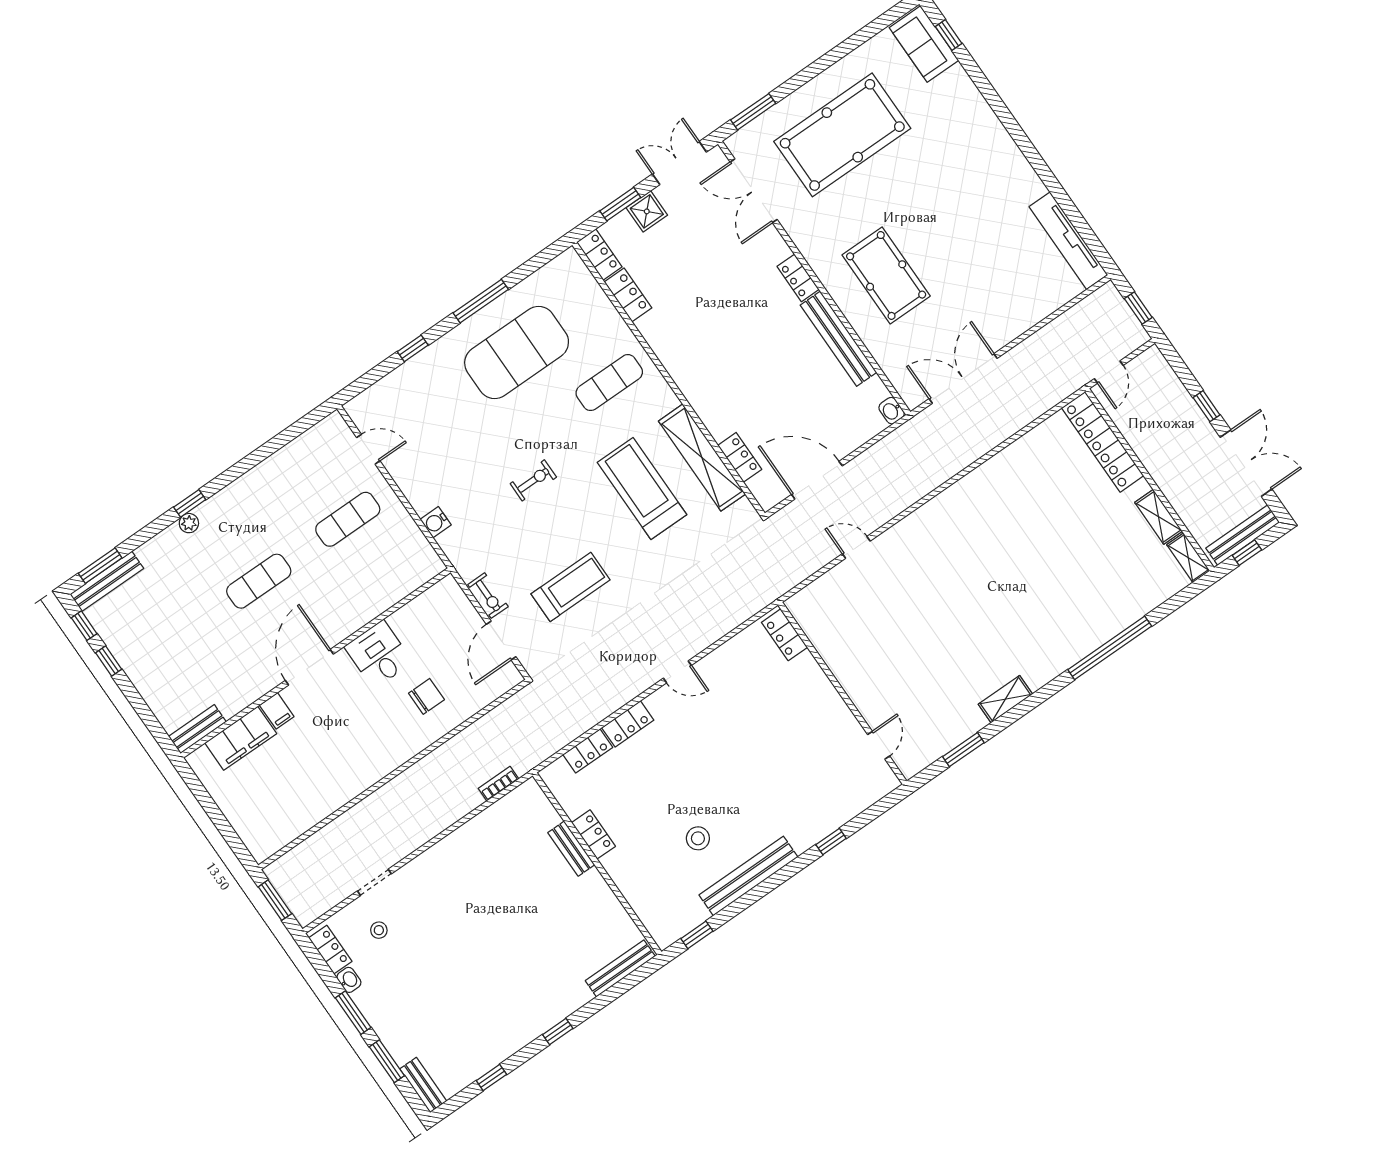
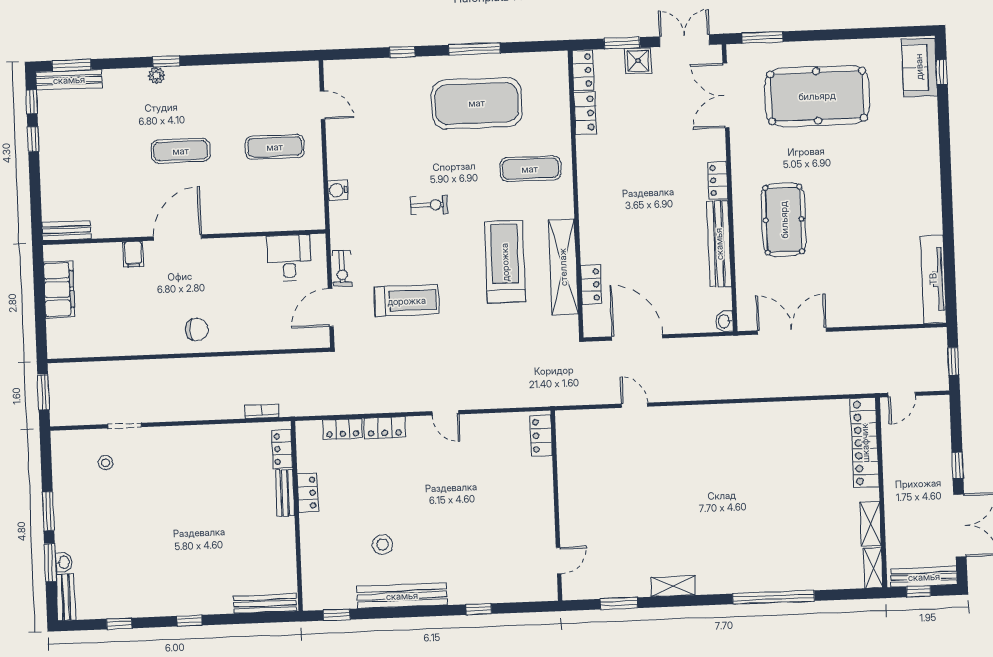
desk: (378, 654) -> (289, 258), moved
chair: (426, 696) -> (197, 329), moved
filing cabinet: (241, 738) -> (59, 289), moved, turned -90
locker: (330, 950) -> (282, 449), moved, turned 180
washbasin: (349, 980) -> (64, 562), moved

